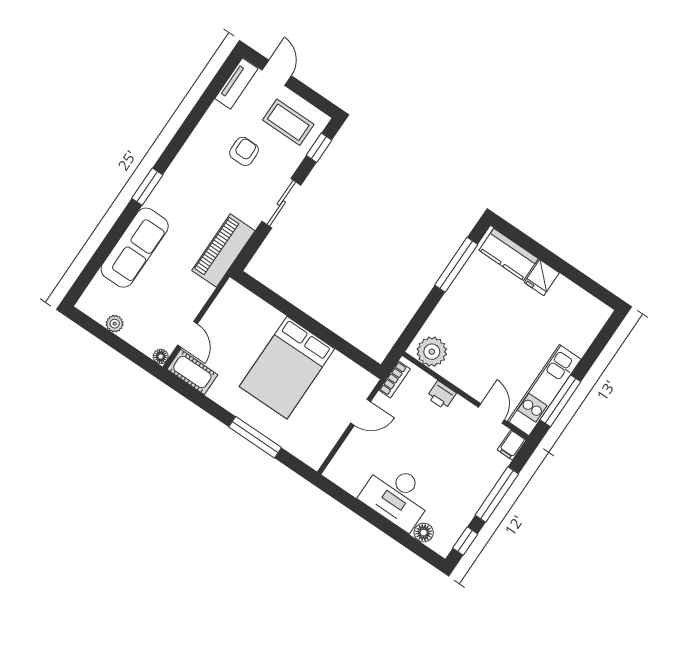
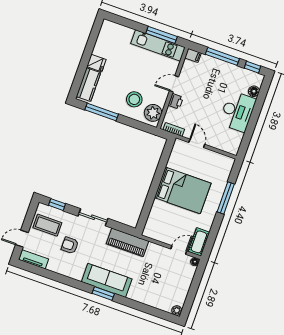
coffee table: (288, 122) -> (47, 225), turned 90
sofa: (135, 248) -> (107, 280), moved
plant: (115, 324) -> (177, 311), moved
stool: (463, 326) -> (134, 99), added
door: (491, 413) -> (174, 84), moved

